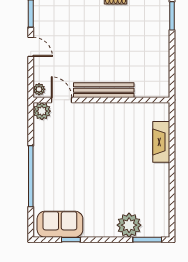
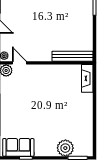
bench: (104, 90) -> (73, 56), moved
fireplace: (161, 142) -> (87, 78), moved

